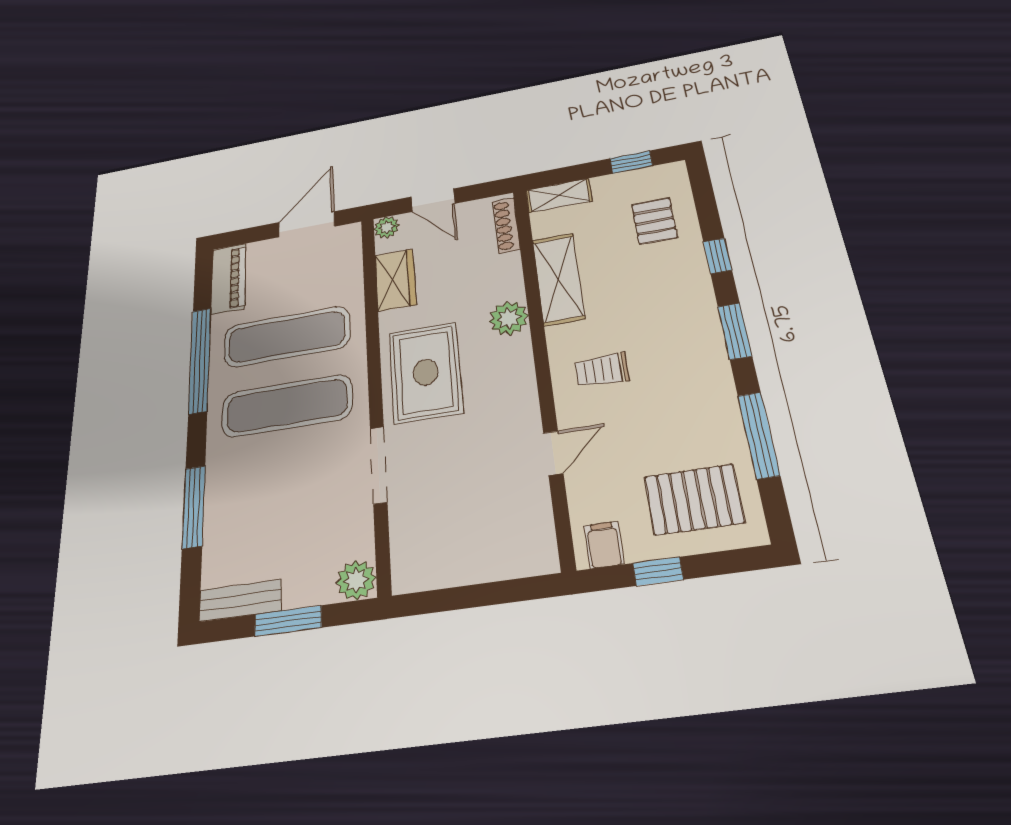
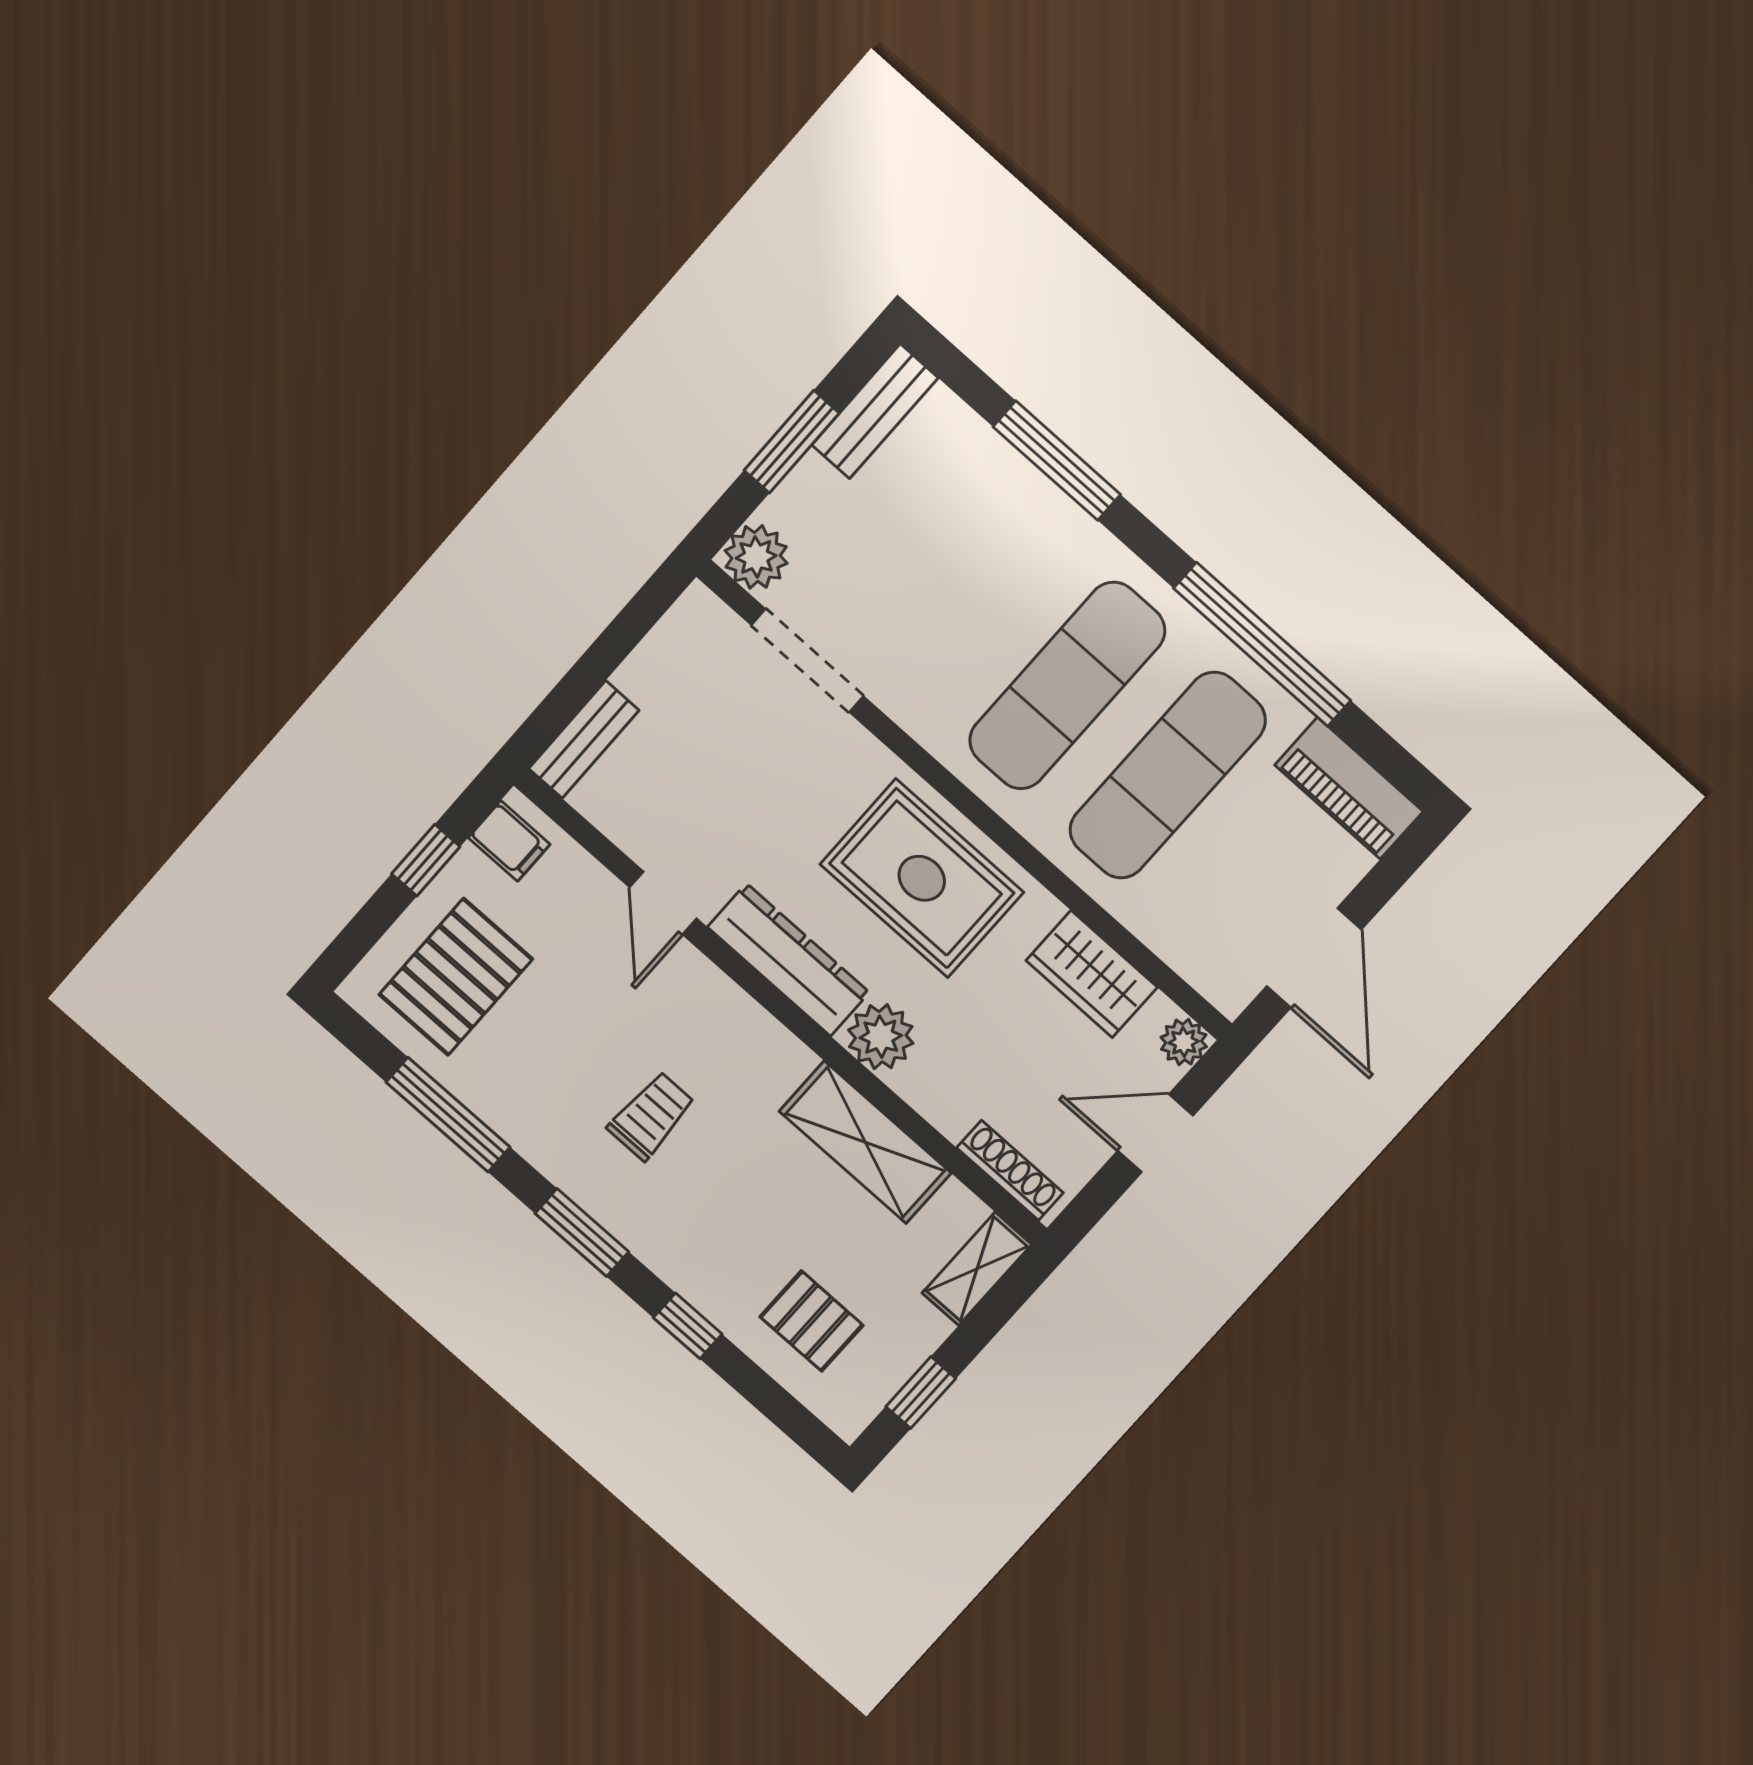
trolley: (602, 370) -> (651, 1116), moved
dresser: (518, 382) -> (788, 960), added
doorway: (379, 465) -> (807, 661), moved
bench: (520, 564) -> (584, 739), added

